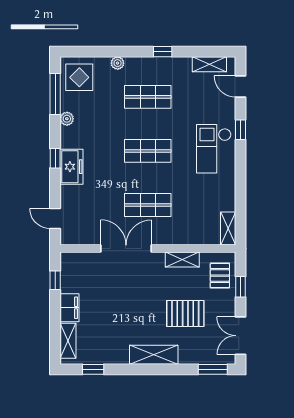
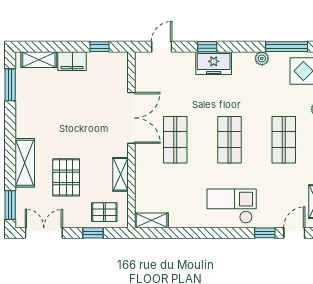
window: (240, 130) -> (265, 233), moved
window: (55, 158) -> (207, 47), moved
shelving: (154, 355) -> (25, 163), moved
window: (93, 369) -> (10, 85), width x1.50

